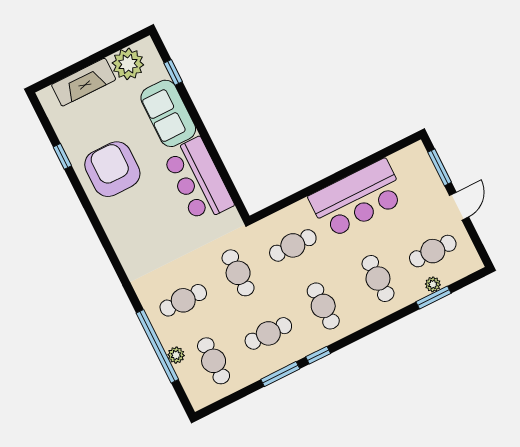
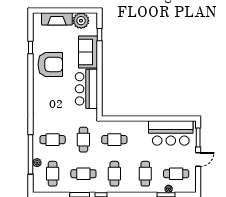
armchair: (112, 169) -> (50, 64), turned 90
bar counter: (357, 198) -> (171, 133), moved

